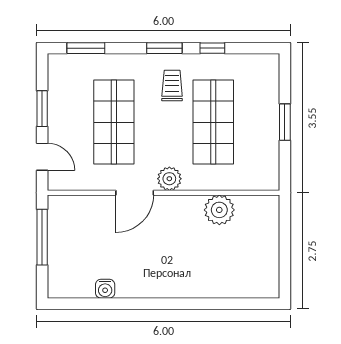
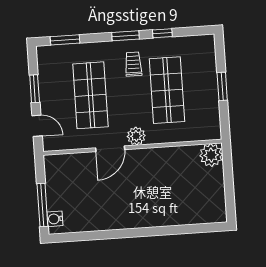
plant: (219, 210) -> (211, 155), moved
window: (42, 237) -> (42, 205), moved
water cooler: (105, 289) -> (55, 219), moved, turned 90

